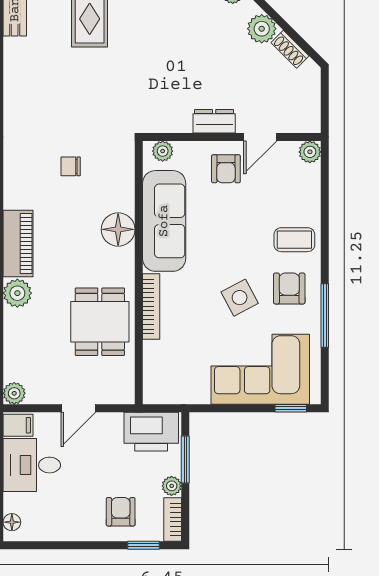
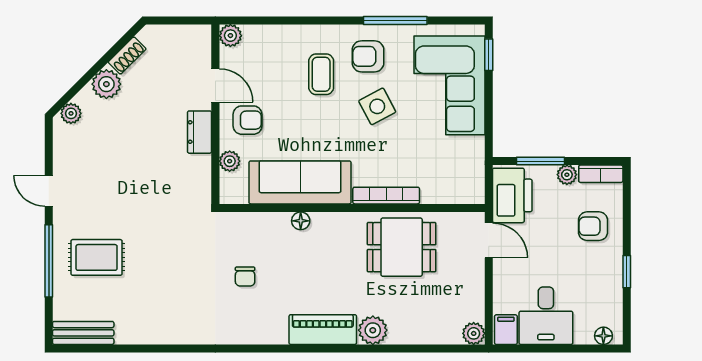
plant: (163, 151) -> (230, 161), moved
floor lamp: (118, 229) -> (301, 221), width x0.53, depth x0.53
coffee table: (294, 240) -> (321, 74), moved
door: (78, 408) -> (489, 240), moved
window: (143, 545) -> (627, 272), moved

